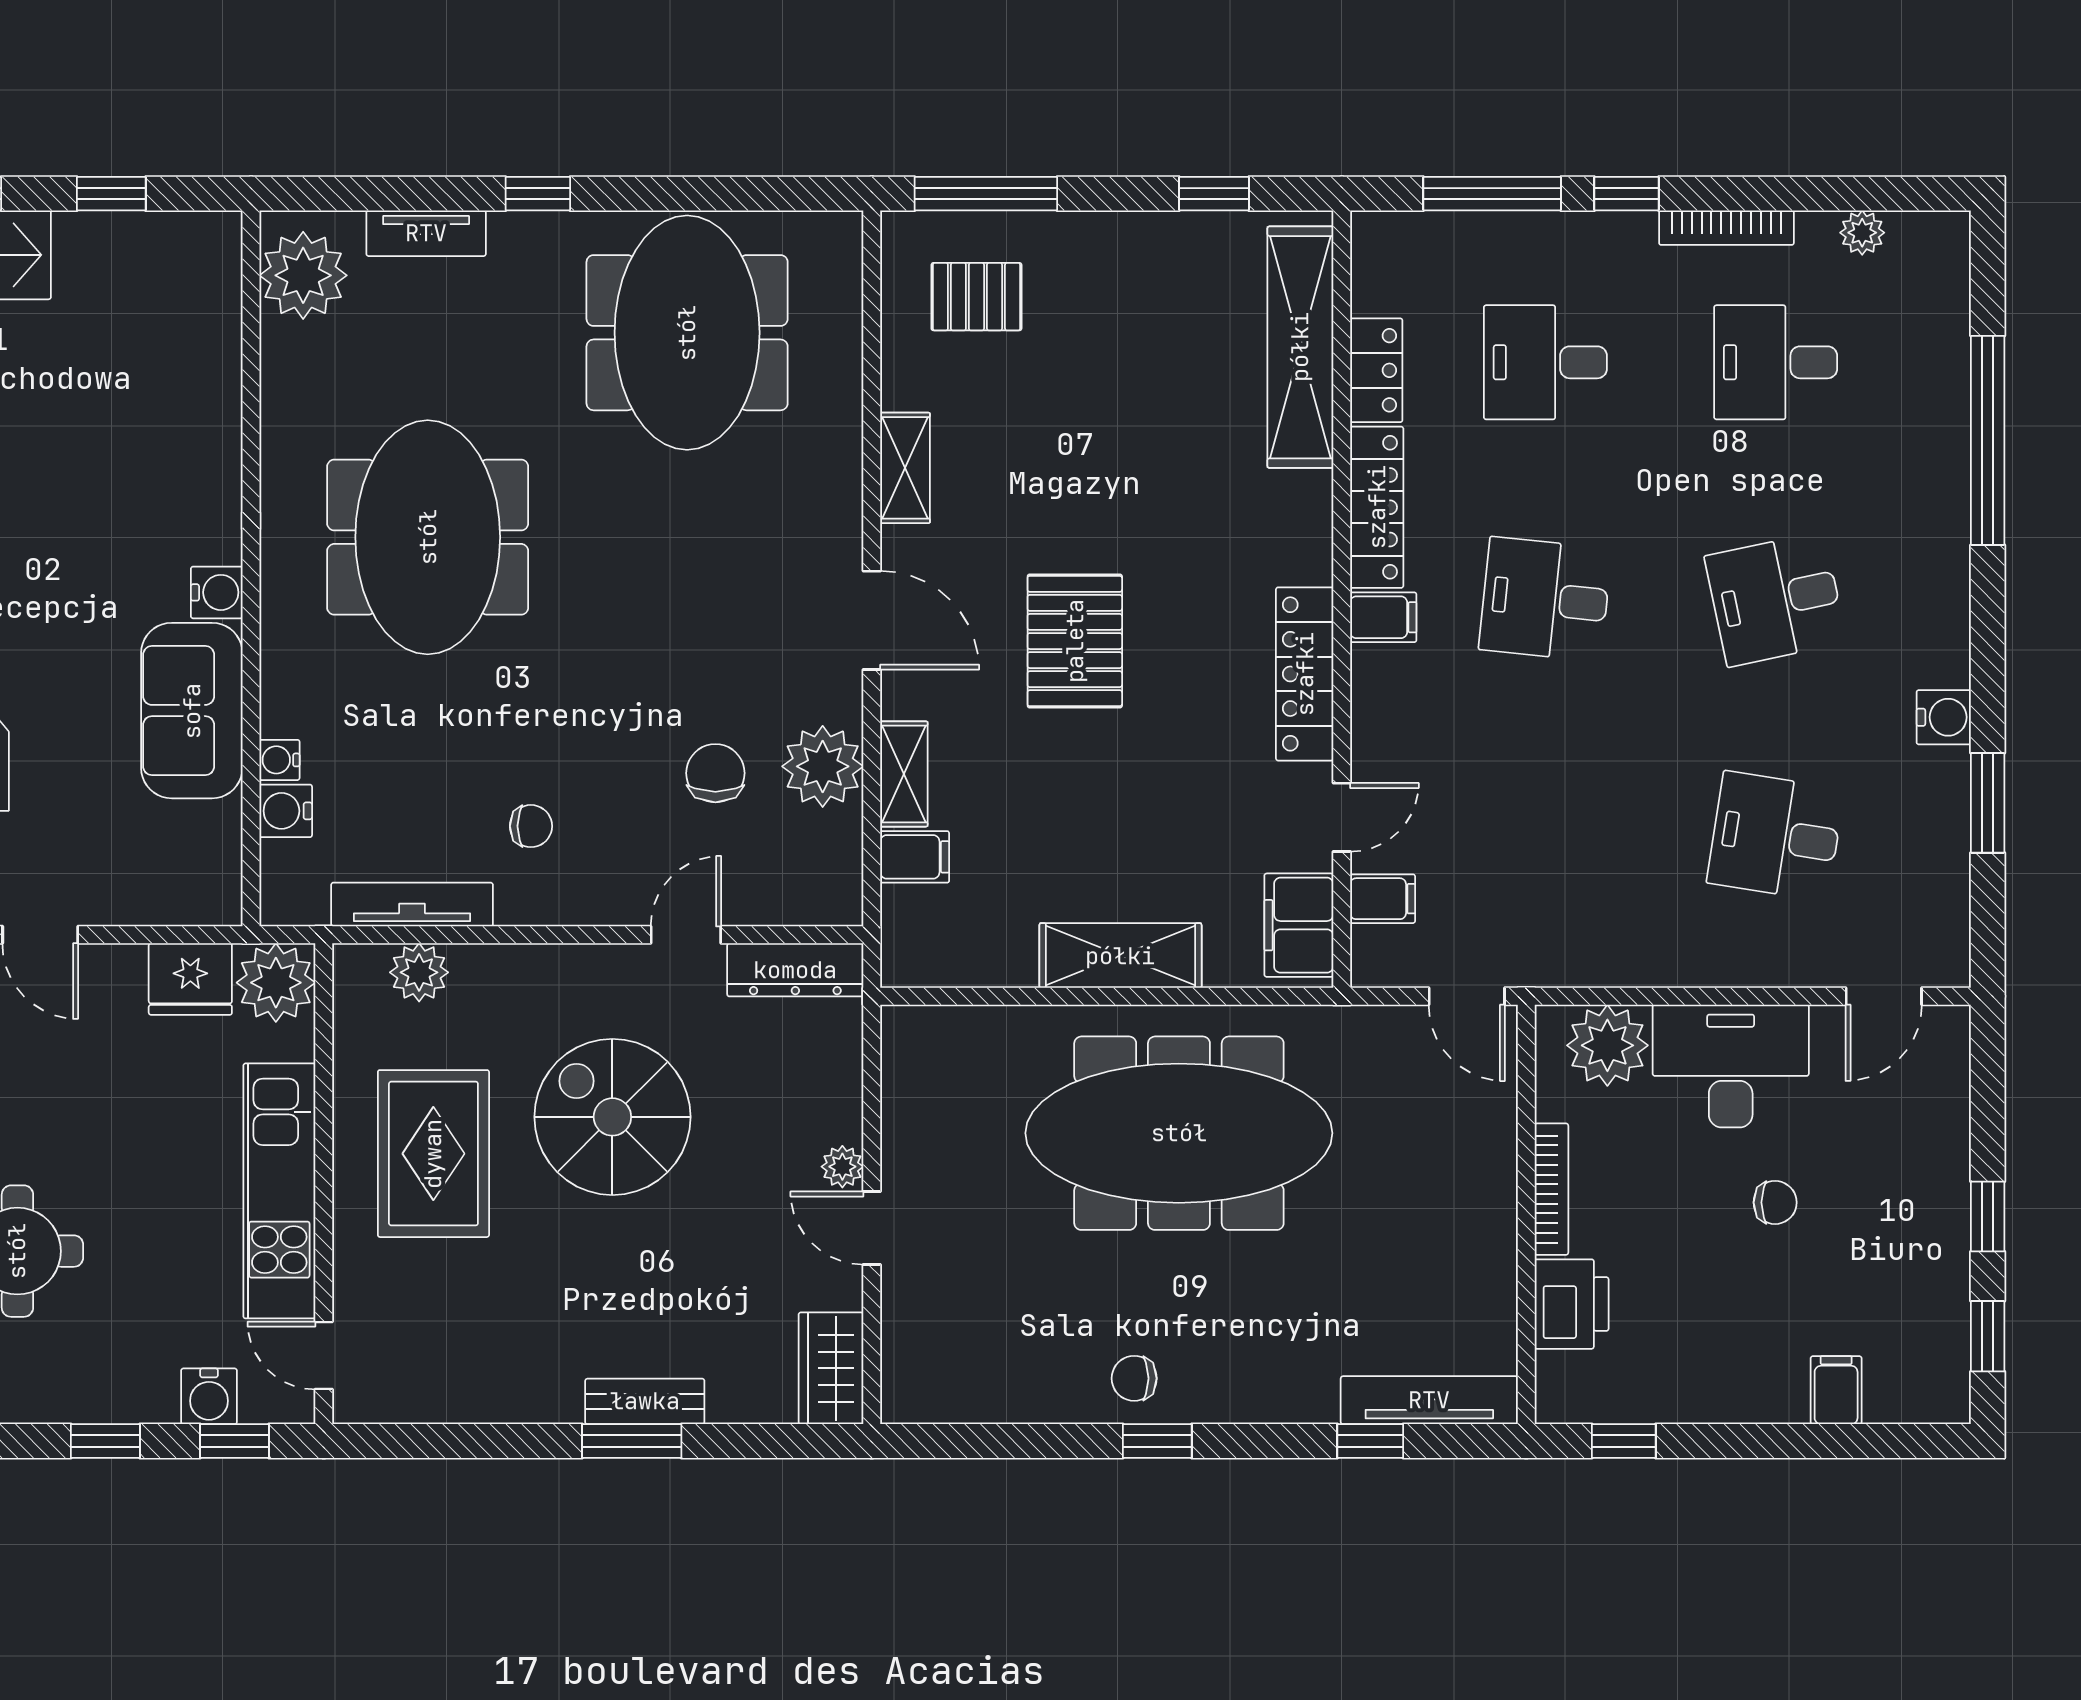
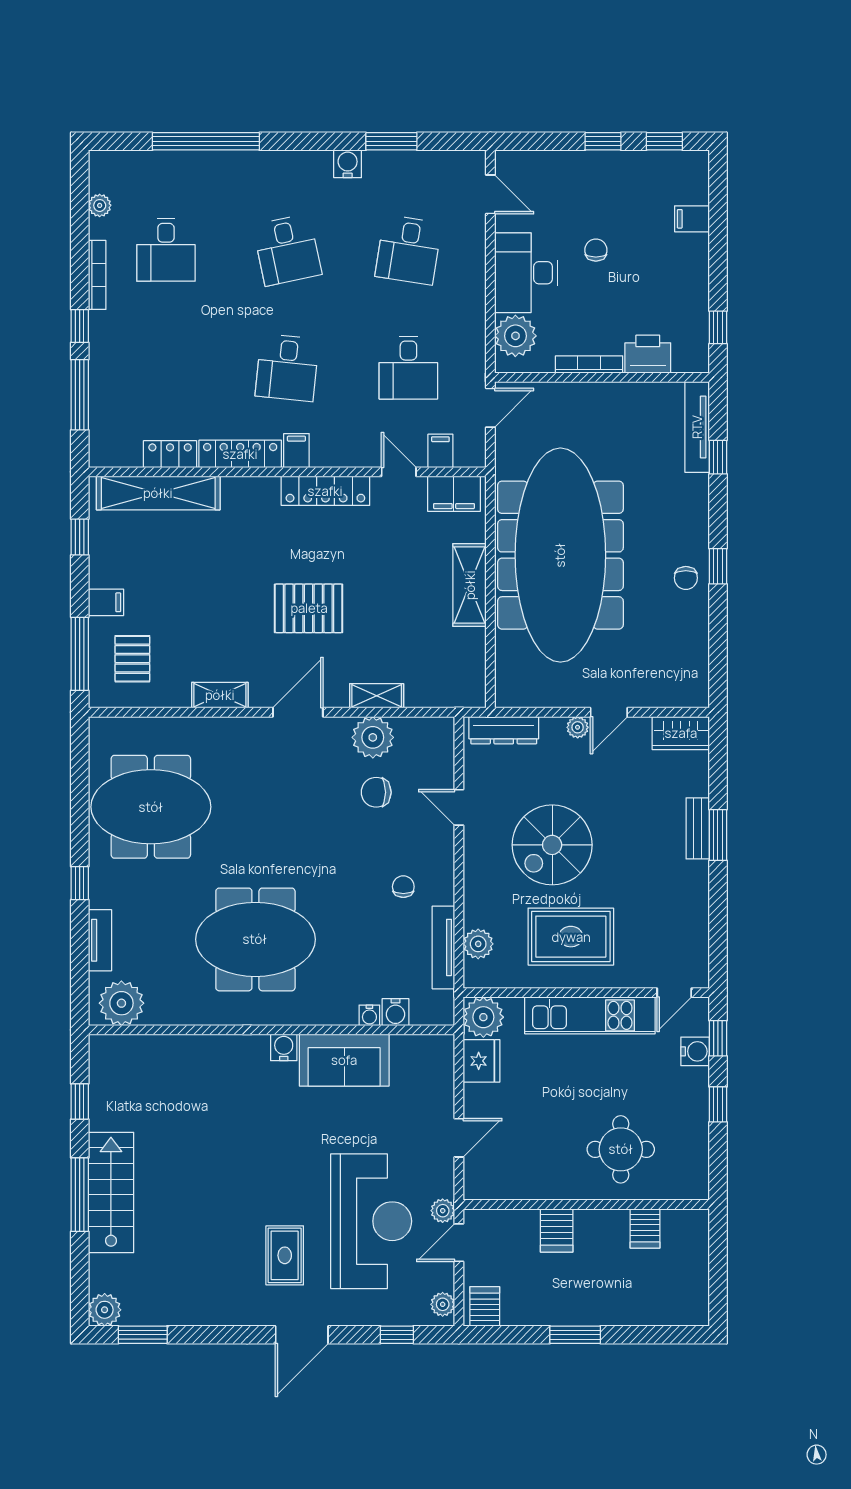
desk: (1545, 362) -> (408, 368), moved
filing cabinet: (915, 857) -> (106, 602), moved, turned 90
dresser: (795, 970) -> (504, 730), moved, turned 90
meeting table: (1179, 1133) -> (560, 555), width x1.36, depth x1.27

